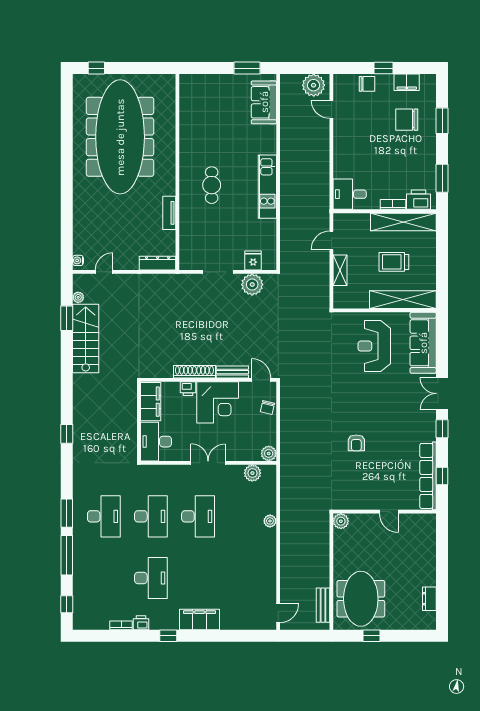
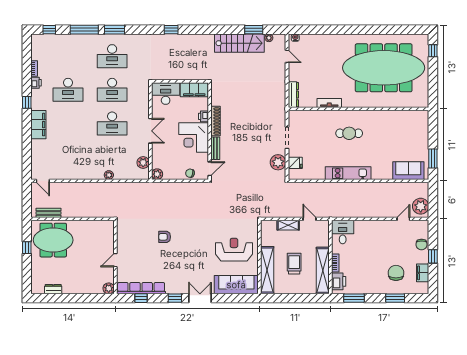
plant: (341, 521) -> (109, 288), moved

